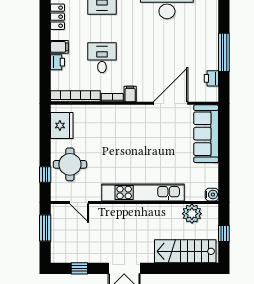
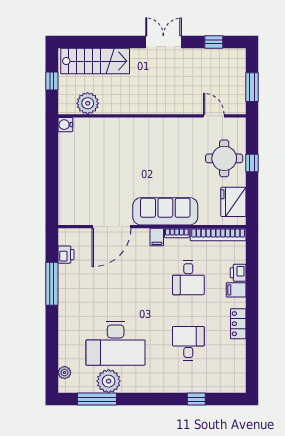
sofa: (206, 134) -> (165, 211), moved, turned -90
window: (45, 175) -> (252, 163), moved
kitchen unit: (143, 192) -> (142, 127), removed

